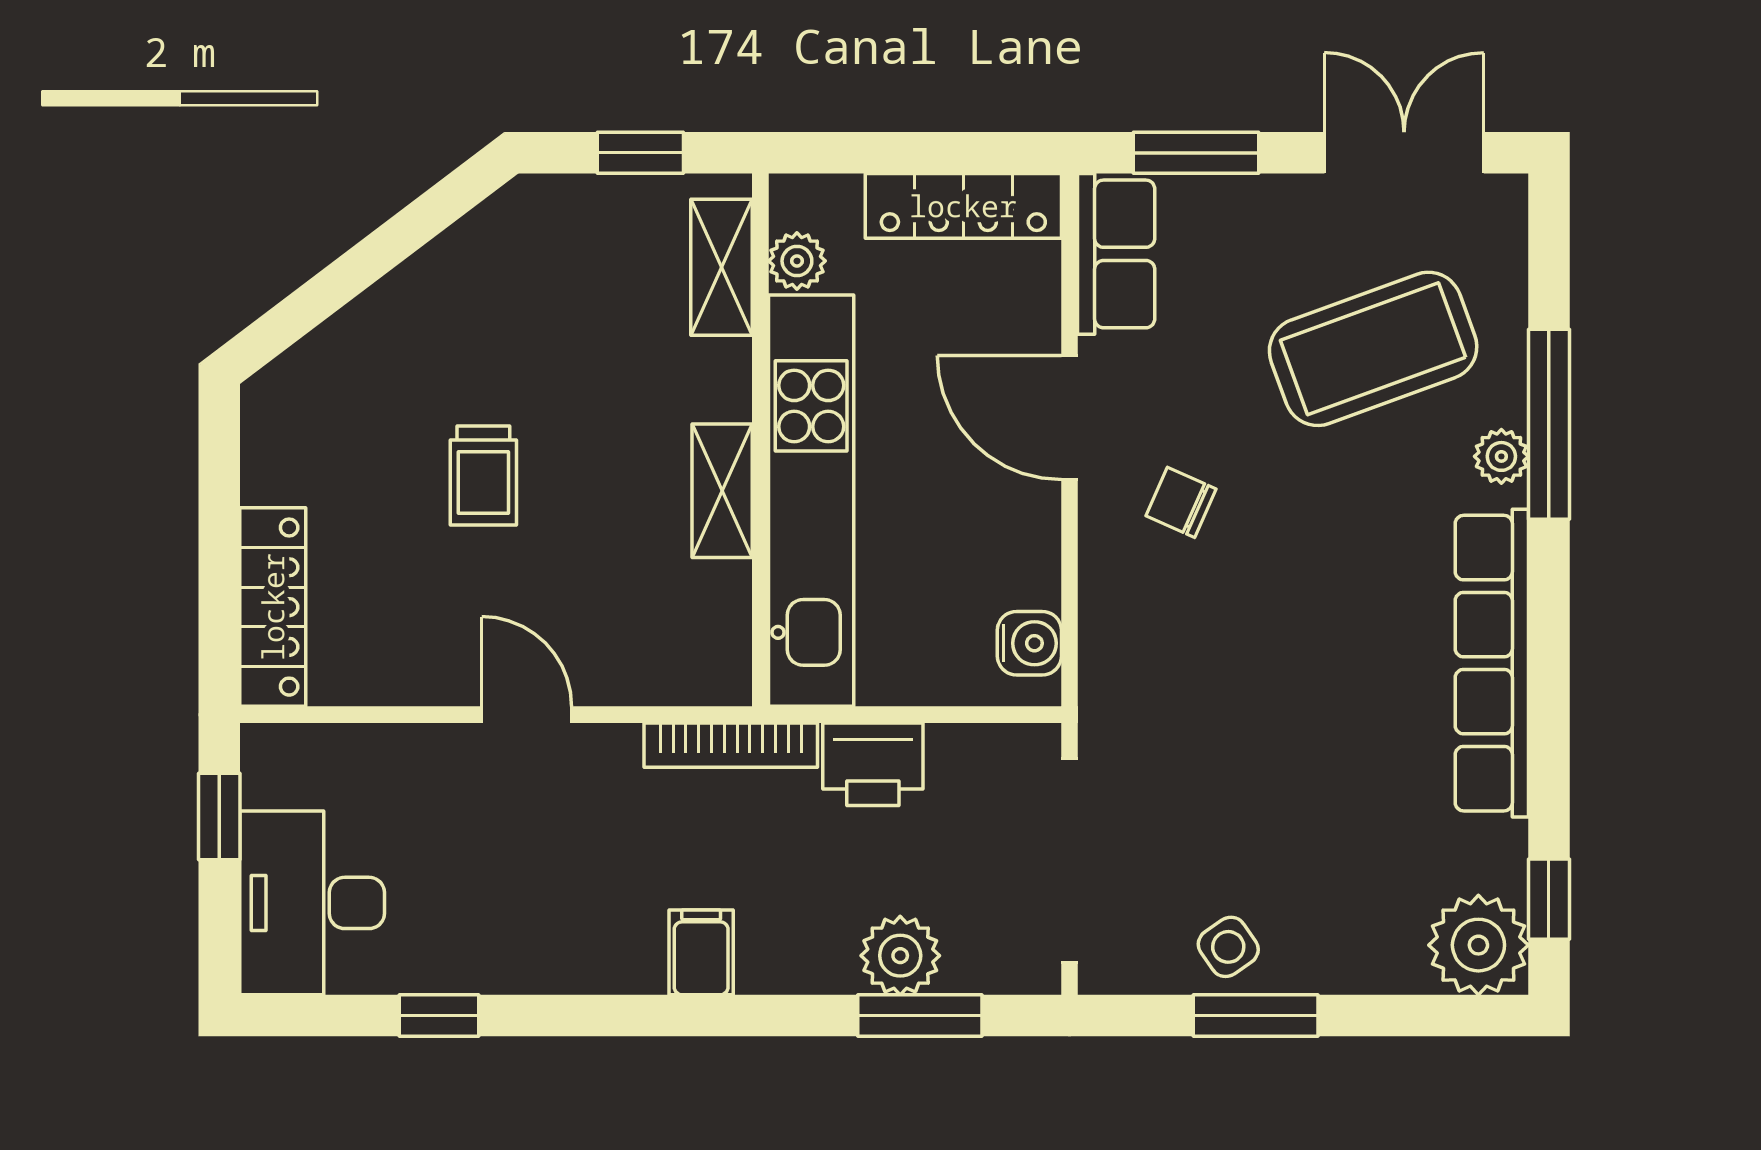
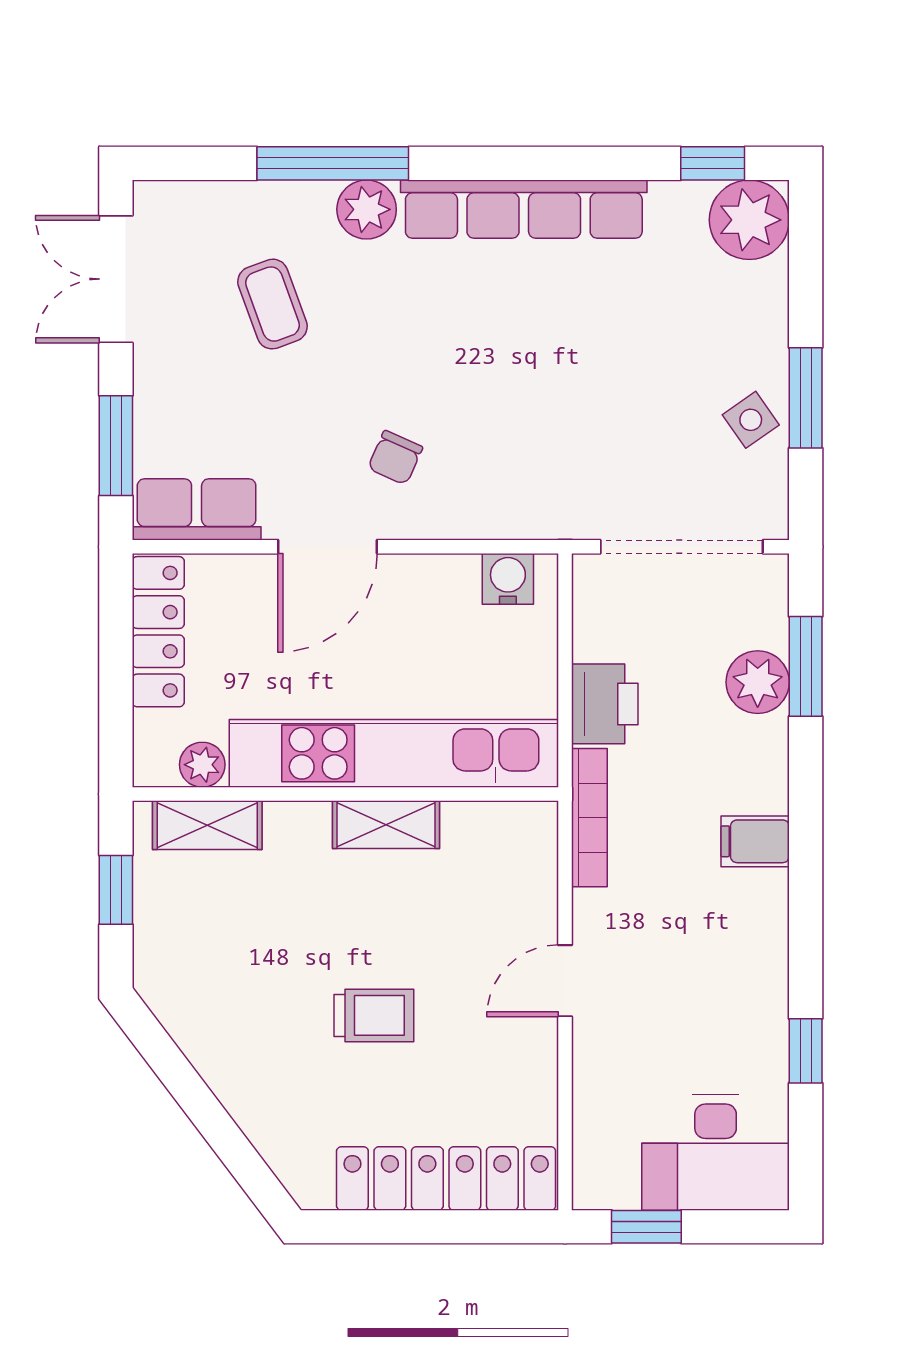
coffee table: (1373, 349) -> (272, 304), width x0.54, depth x0.58
plant: (1501, 456) -> (367, 209), width x1.38, depth x1.38
locker: (273, 607) -> (446, 1178), width x1.41, depth x1.21

